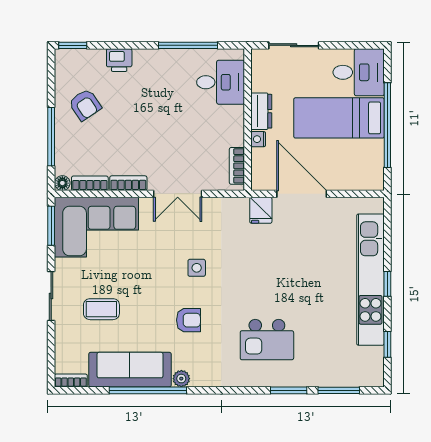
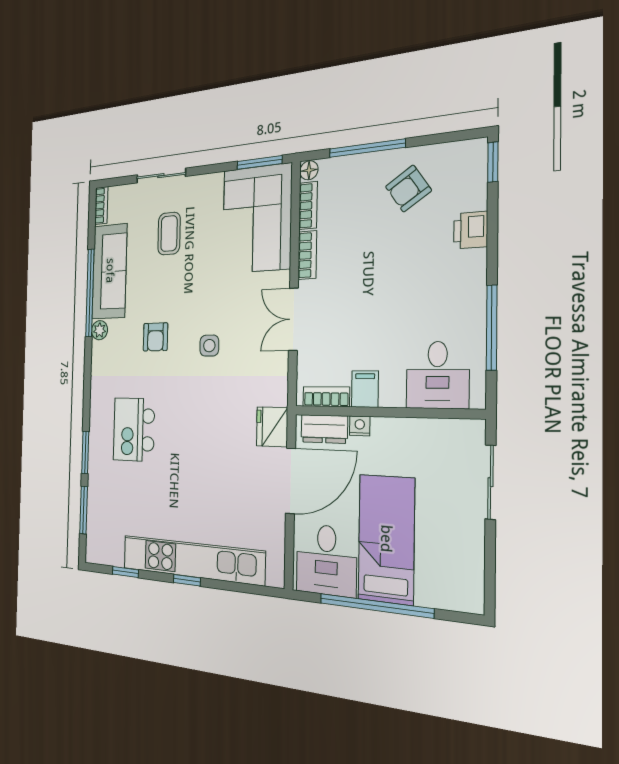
desk: (359, 72) -> (326, 560), moved
dresser: (261, 111) -> (324, 429), moved
filing cabinet: (231, 135) -> (365, 389), added
fridge: (261, 210) -> (272, 427), width x1.38
sliding door: (51, 296) -> (161, 176), moved

